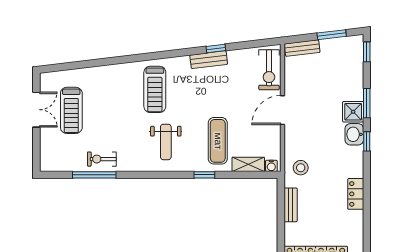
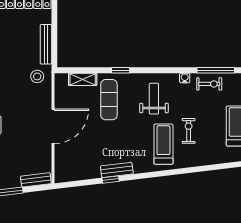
exercise bike: (269, 70) -> (189, 131), moved, width x0.73, depth x0.72
door: (283, 110) -> (53, 126), width x1.36
water cooler: (271, 166) -> (185, 78), moved
bench: (291, 205) -> (46, 44), width x1.36

